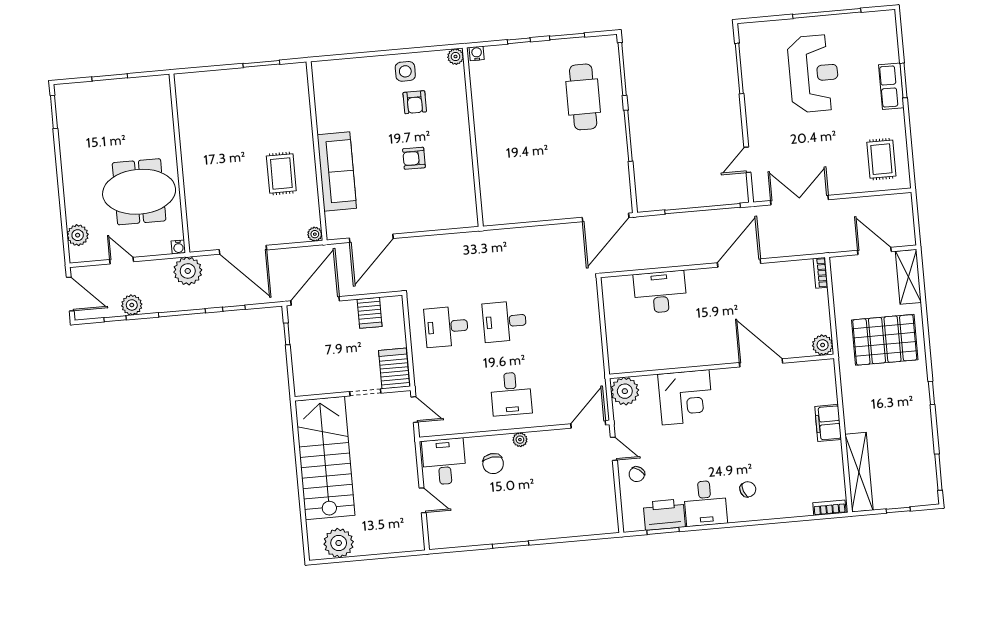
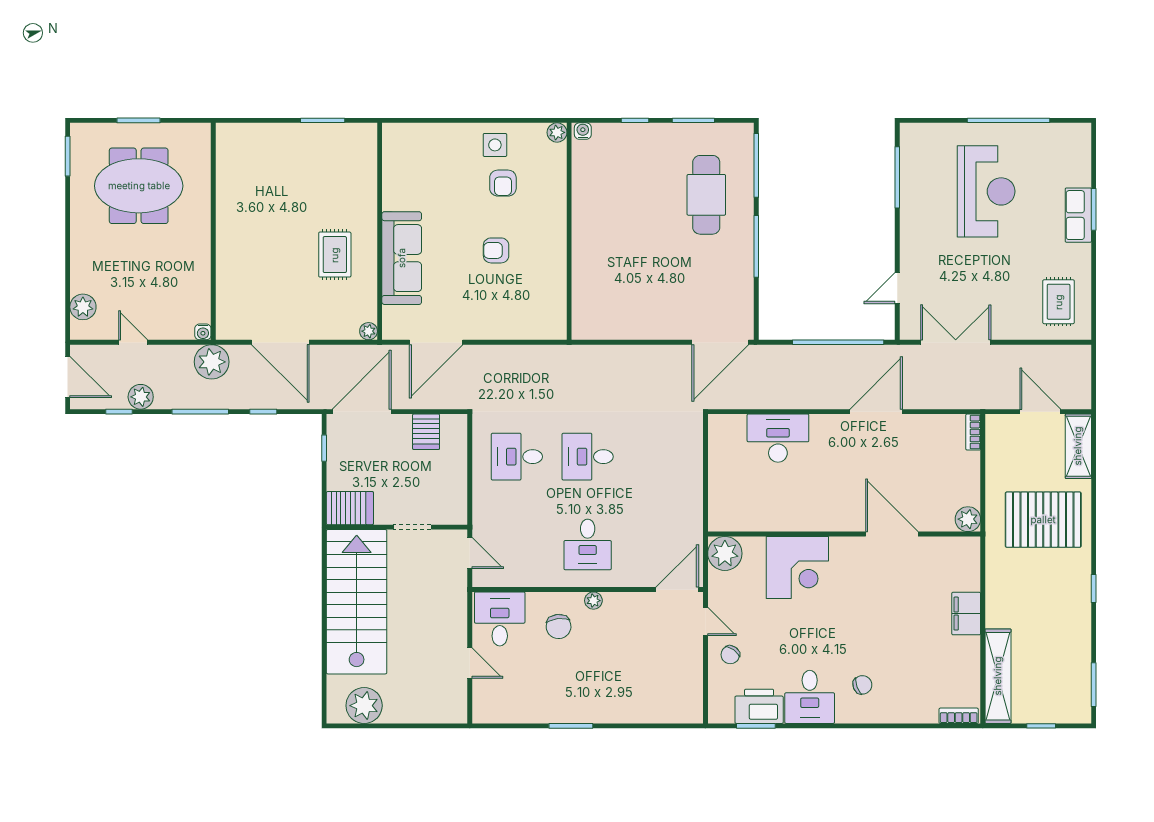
meeting table: (139, 192) -> (139, 186), moved
server rack: (394, 368) -> (350, 508), moved, turned 90

